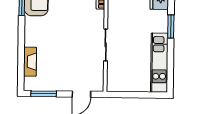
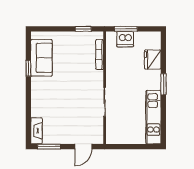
fireplace: (30, 62) -> (36, 131), moved

